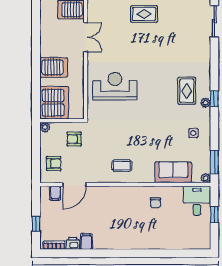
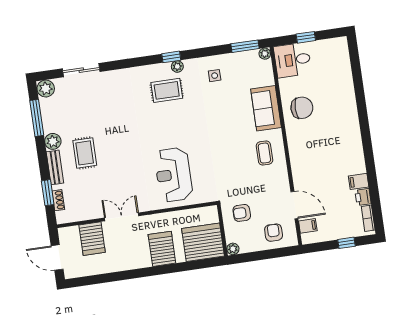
armchair: (74, 139) -> (242, 213), turned 90
sofa: (173, 172) -> (266, 108), moved
chair: (155, 203) -> (302, 108), width x1.87, depth x1.87

